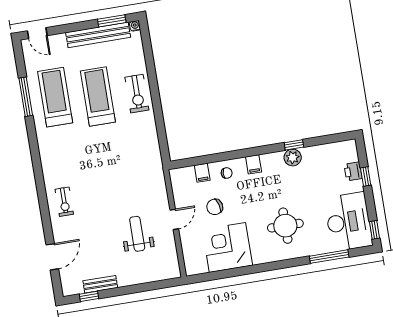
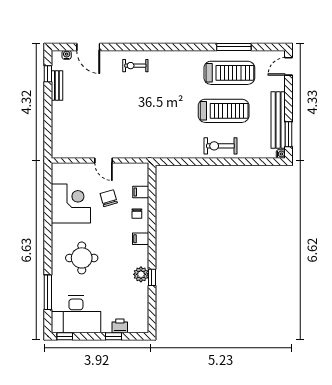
weight bench: (137, 234) -> (96, 125), removed
water cooler: (65, 279) -> (67, 55), added

